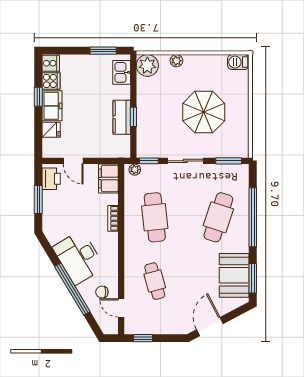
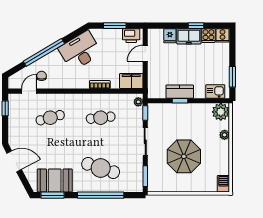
cafe table: (155, 217) -> (101, 118), width x0.73, depth x0.74
desk: (79, 257) -> (80, 51), moved

